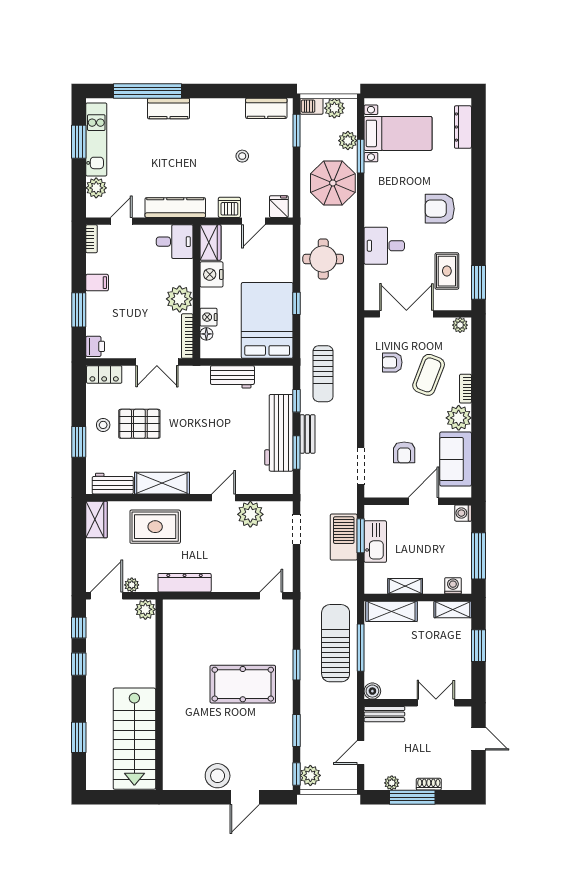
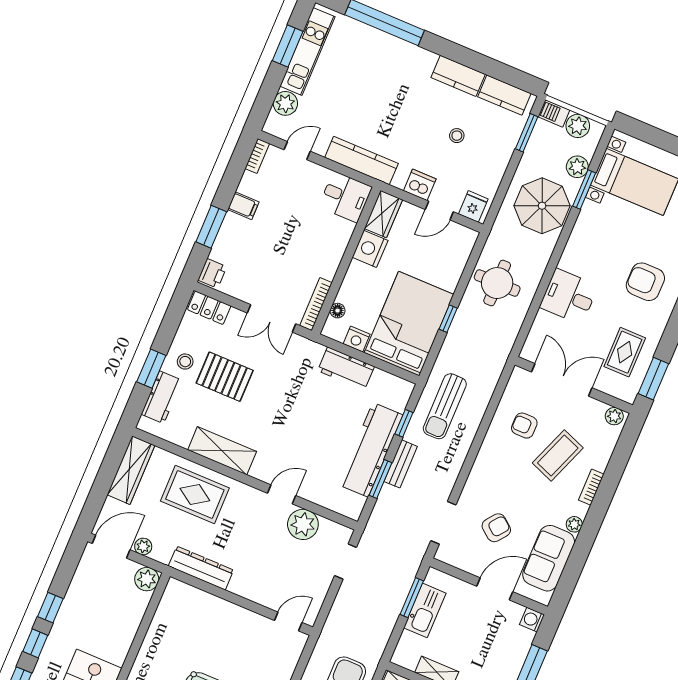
kitchen counter: (169, 108) -> (458, 76), moved
plant: (180, 299) -> (325, 261), removed
nightstand: (208, 317) -> (357, 339), moved, turned -90
plant: (459, 418) -> (574, 524), width x0.53, depth x0.53
armchair: (404, 452) -> (496, 528), turned -142
workbench: (113, 484) -> (162, 397), moved, turned 90
wardrobe: (97, 520) -> (131, 470), width x1.50
barbecue: (344, 537) -> (393, 591), removed
window: (79, 628) -> (35, 643), moved

